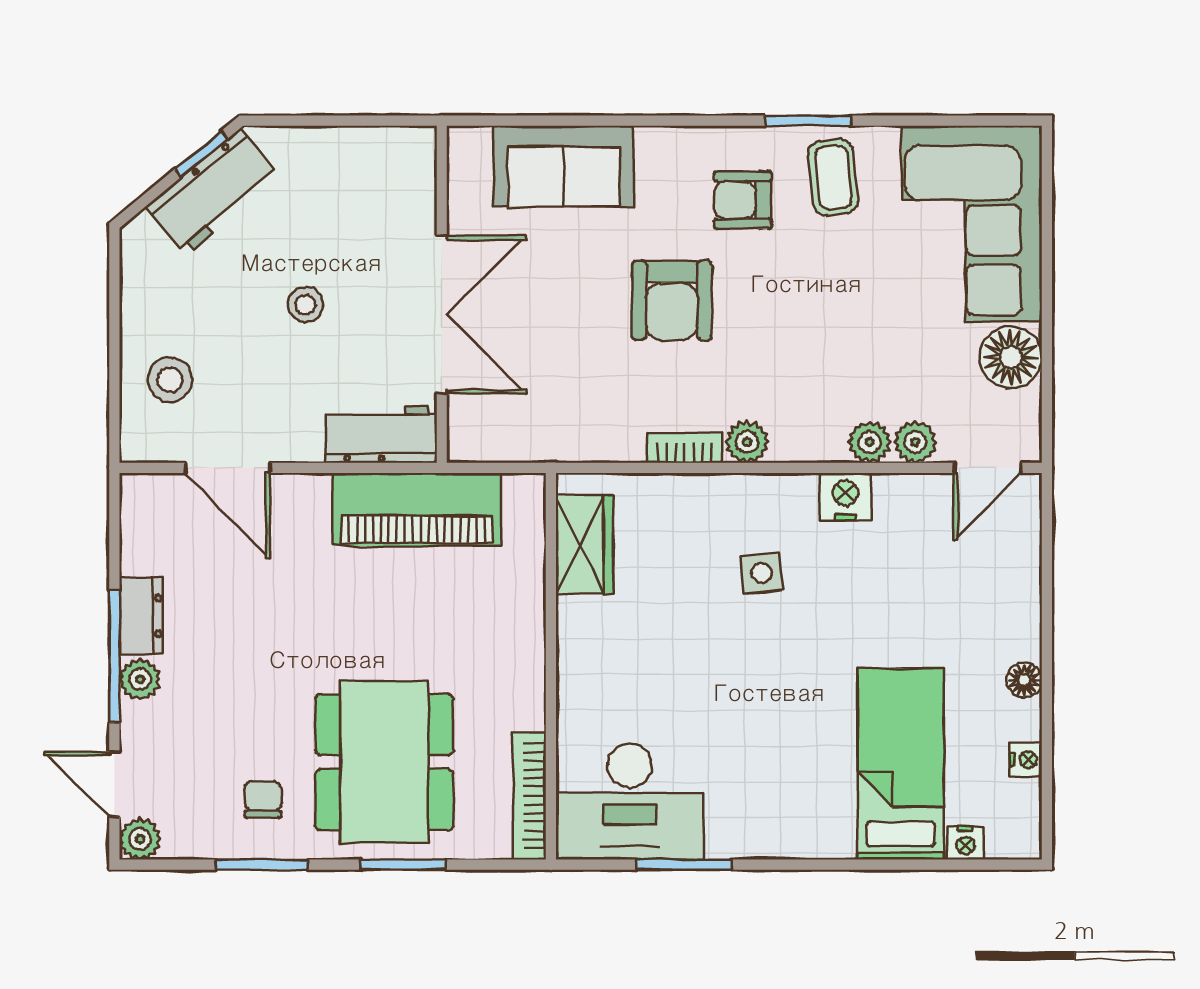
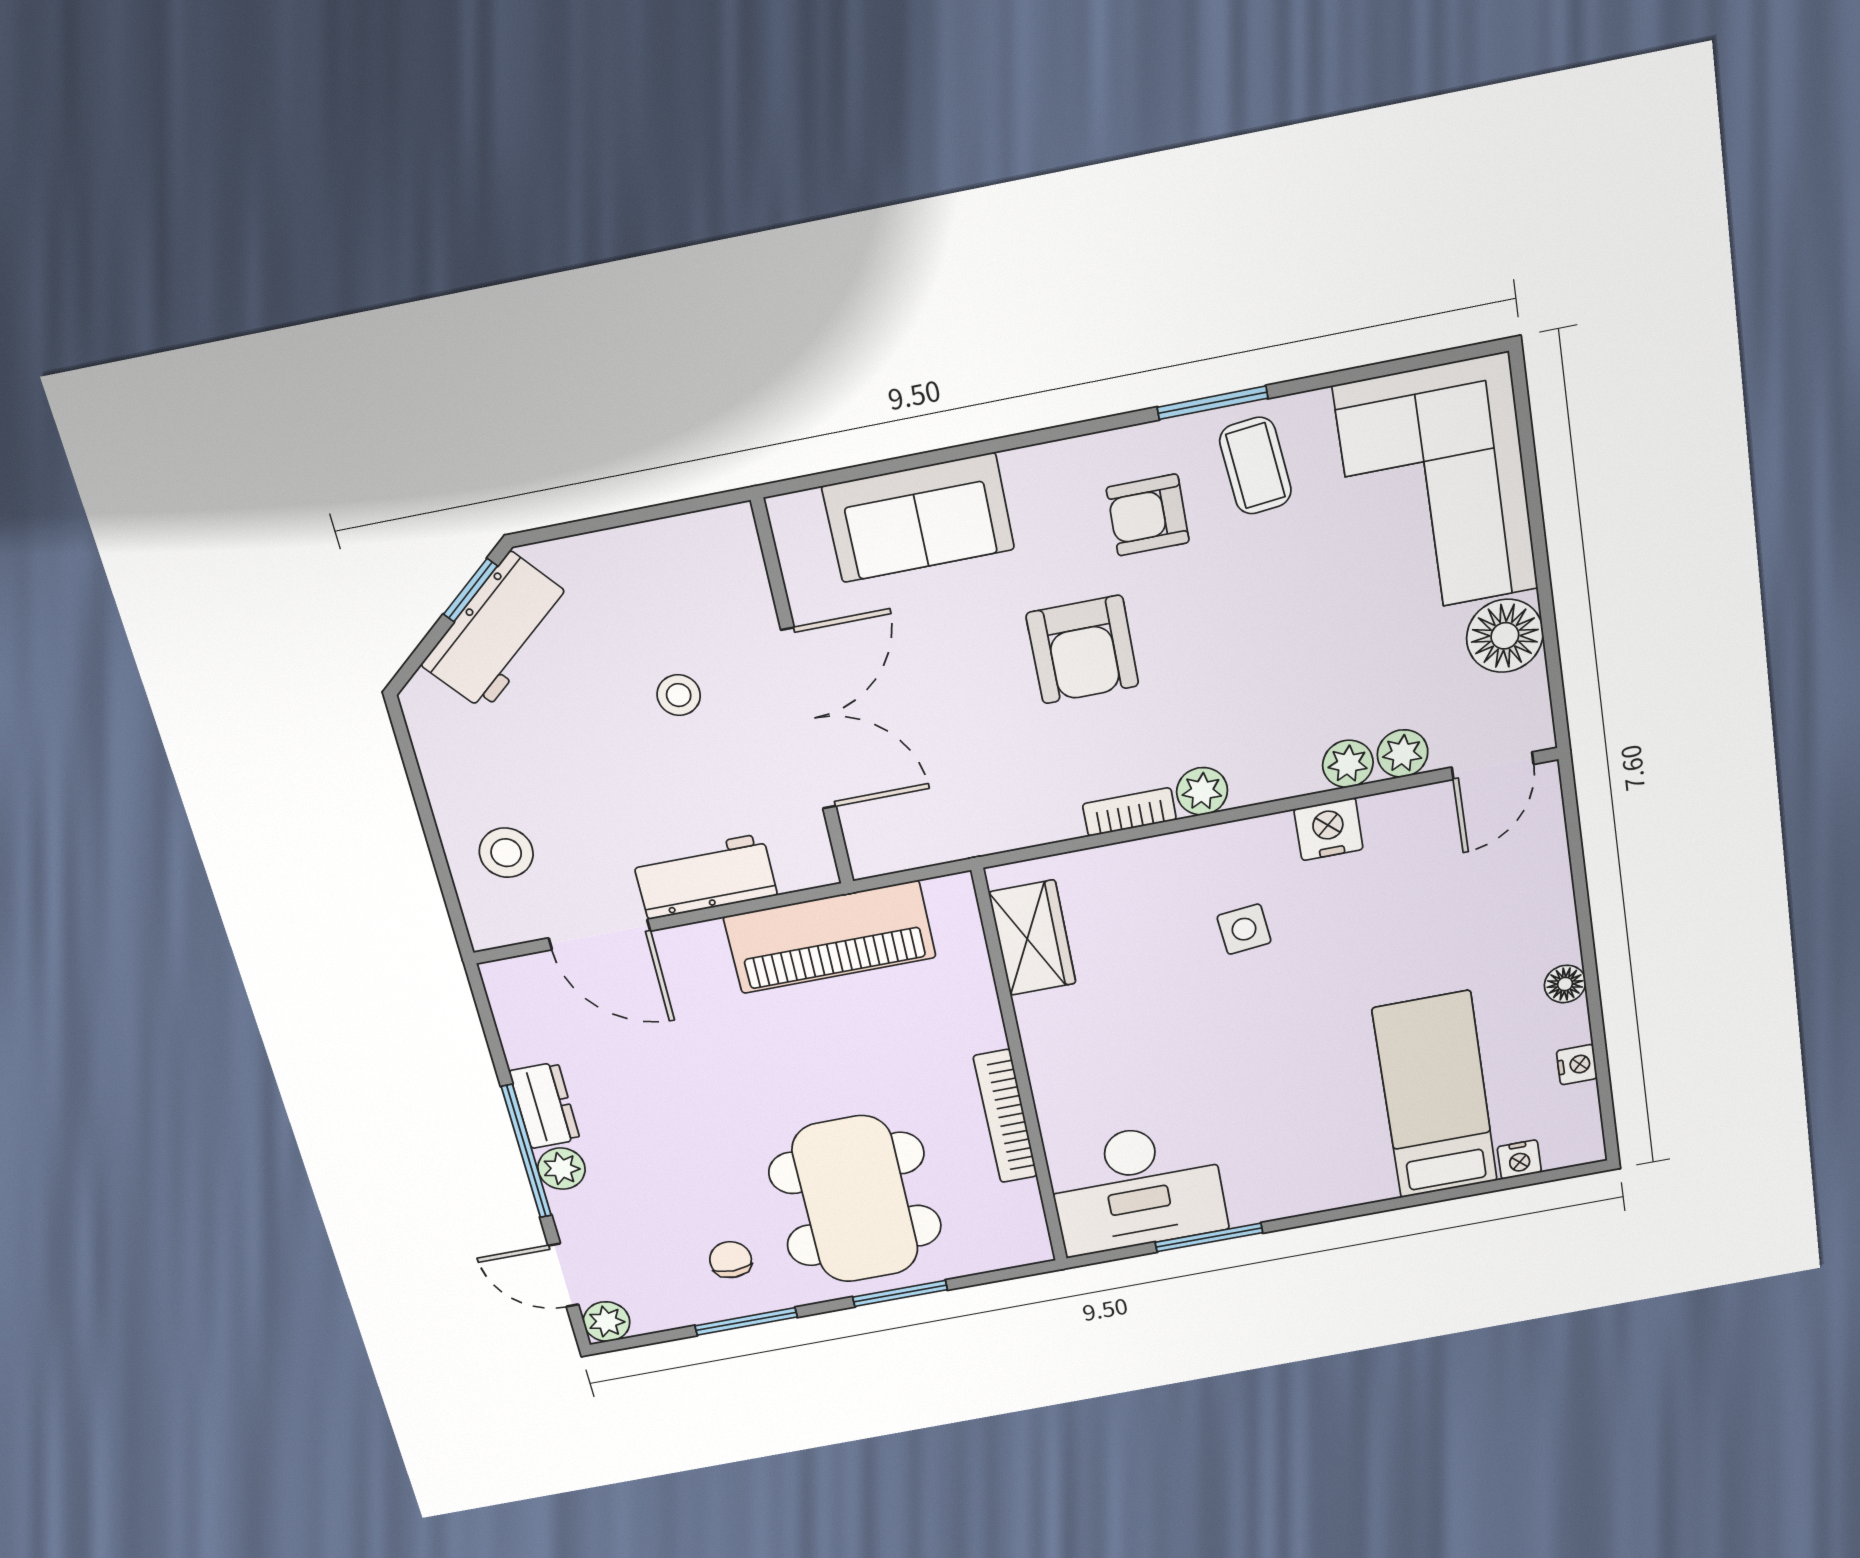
stool: (305, 305) -> (679, 695), moved
workbench: (381, 434) -> (705, 877), moved
bookcase: (530, 796) -> (1005, 1116), moved

